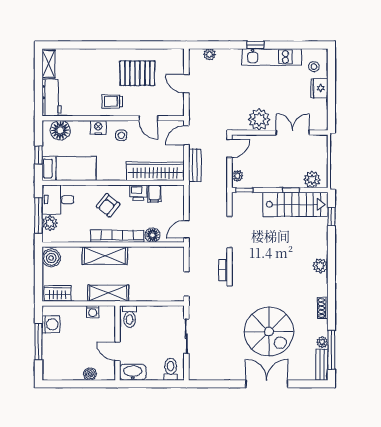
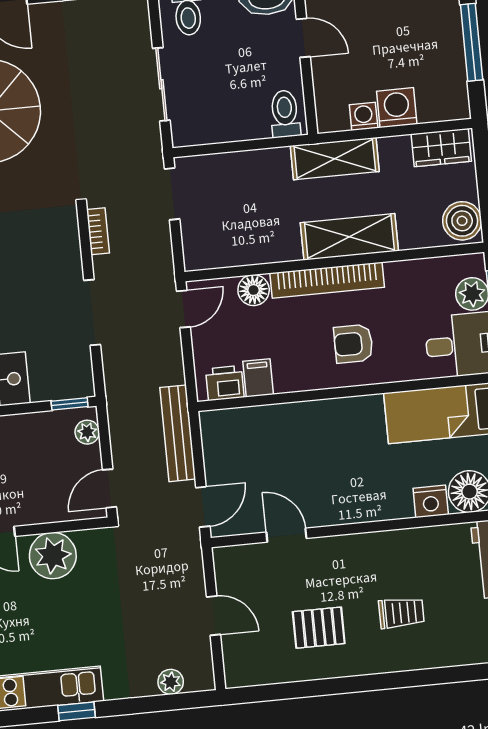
pallet: (137, 73) -> (319, 628), width x0.67, depth x0.71
trolley: (112, 101) -> (401, 613), moved
nightstand: (98, 127) -> (431, 501), moved
side table: (121, 135) -> (340, 493), removed
bench: (195, 165) -> (178, 433), width x1.36
wardrobe: (155, 171) -> (261, 425), removed
printer: (138, 193) -> (225, 383), moved
armchair: (108, 205) -> (353, 344), turned -129
washing machine: (51, 324) -> (397, 108), moved, turned 90

